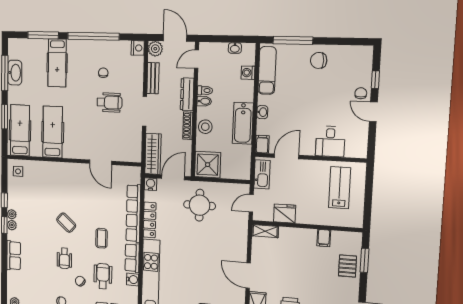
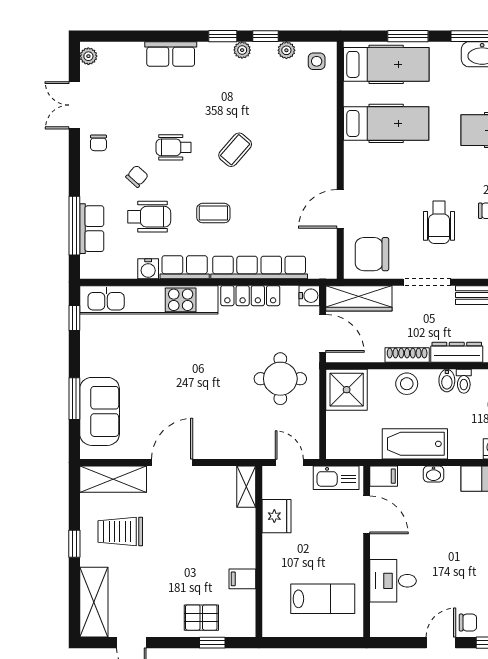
chair: (127, 144) -> (372, 254), added
plant: (12, 225) -> (286, 50), moved
window: (364, 260) -> (212, 643), width x0.67

